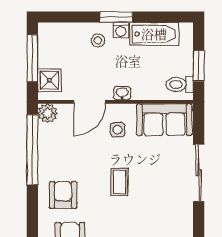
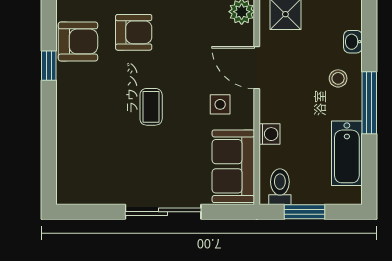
window: (116, 17) -> (369, 103), width x1.44
washing machine: (121, 30) -> (270, 134), moved, turned 180
washbasin: (122, 93) -> (353, 42), moved, turned 180
coffee table: (119, 182) -> (151, 107), turned 90

